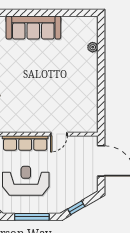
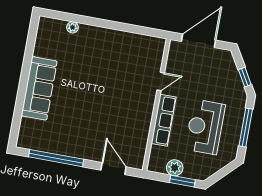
door: (59, 134) -> (161, 82), hinge flipped

